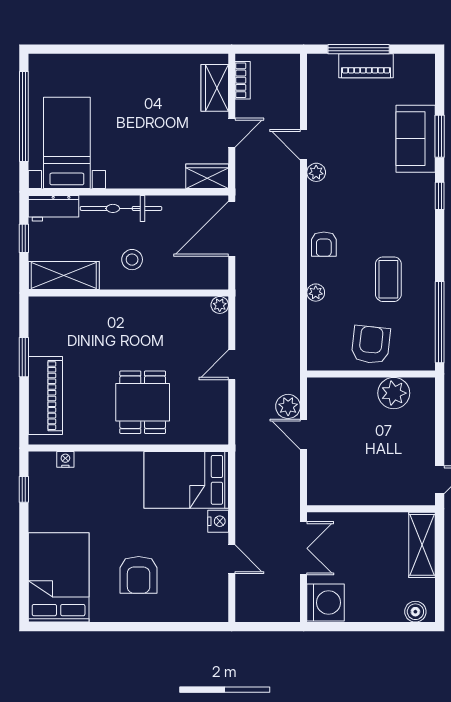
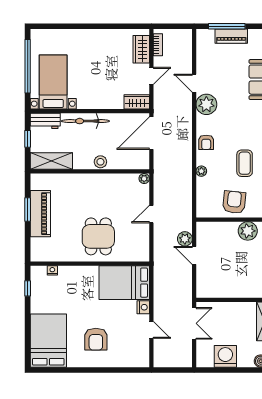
plant: (316, 172) -> (206, 104), width x1.88, depth x1.88
stool: (132, 260) -> (100, 162), moved
piano: (45, 396) -> (40, 214), moved
washing machine: (326, 603) -> (225, 356), moved, turned -90

